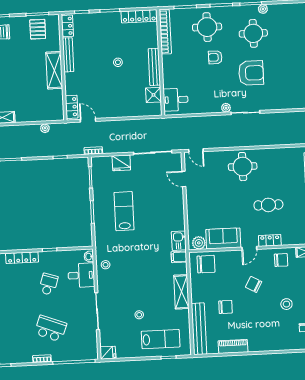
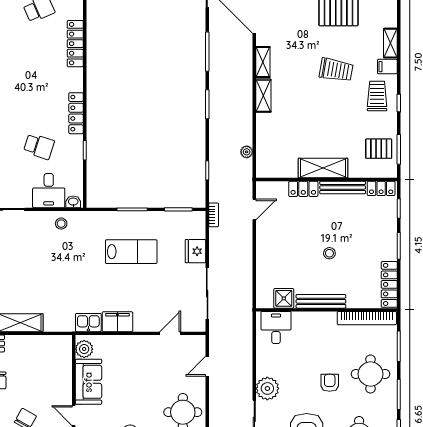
locker: (72, 107) -> (303, 189), moved
plant: (226, 108) -> (267, 388), width x1.88, depth x1.88
door: (196, 150) -> (207, 366), moved
filing cabinet: (179, 257) -> (117, 322), moved, width x2.00
chair: (206, 264) -> (55, 357), removed

